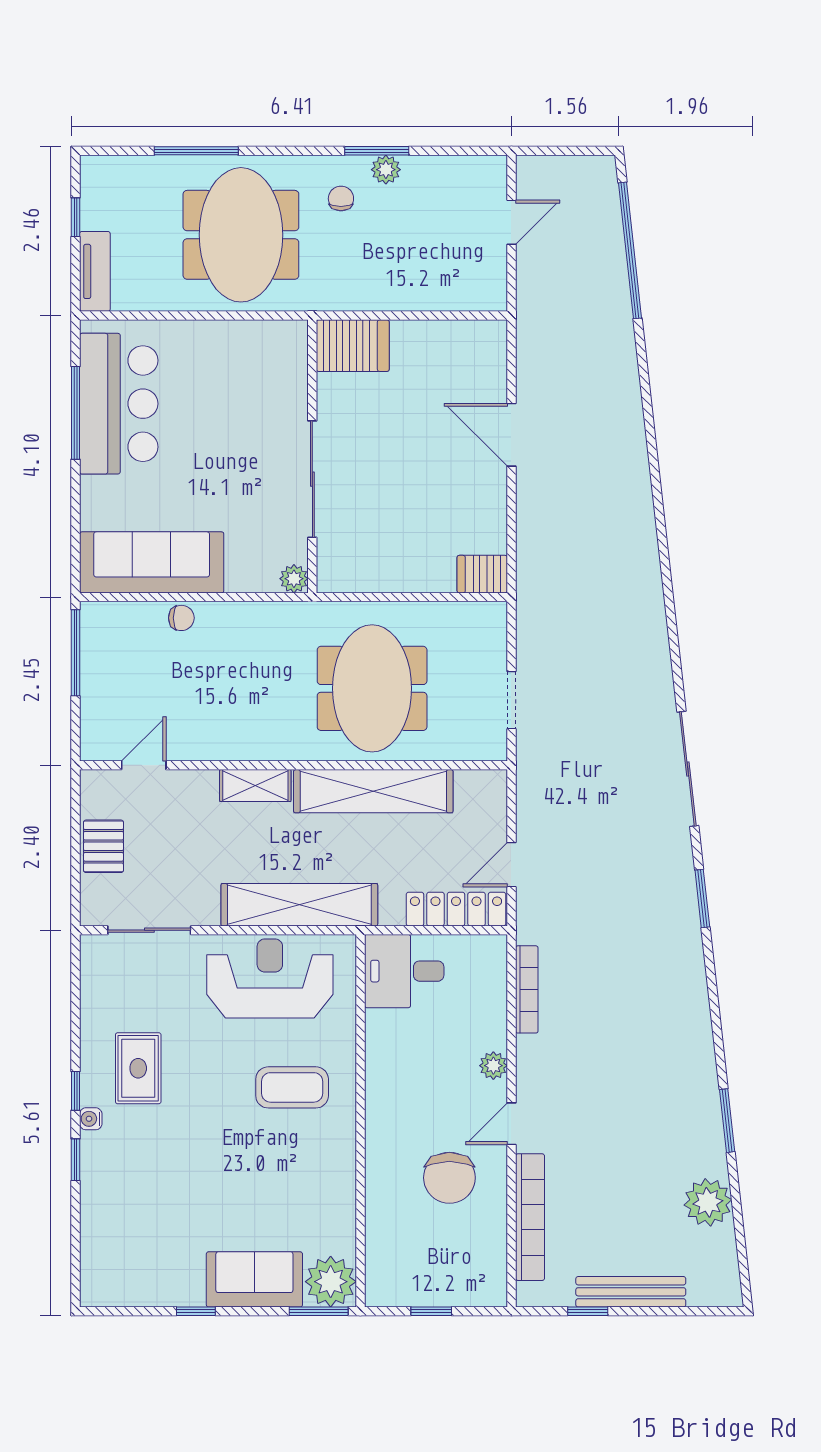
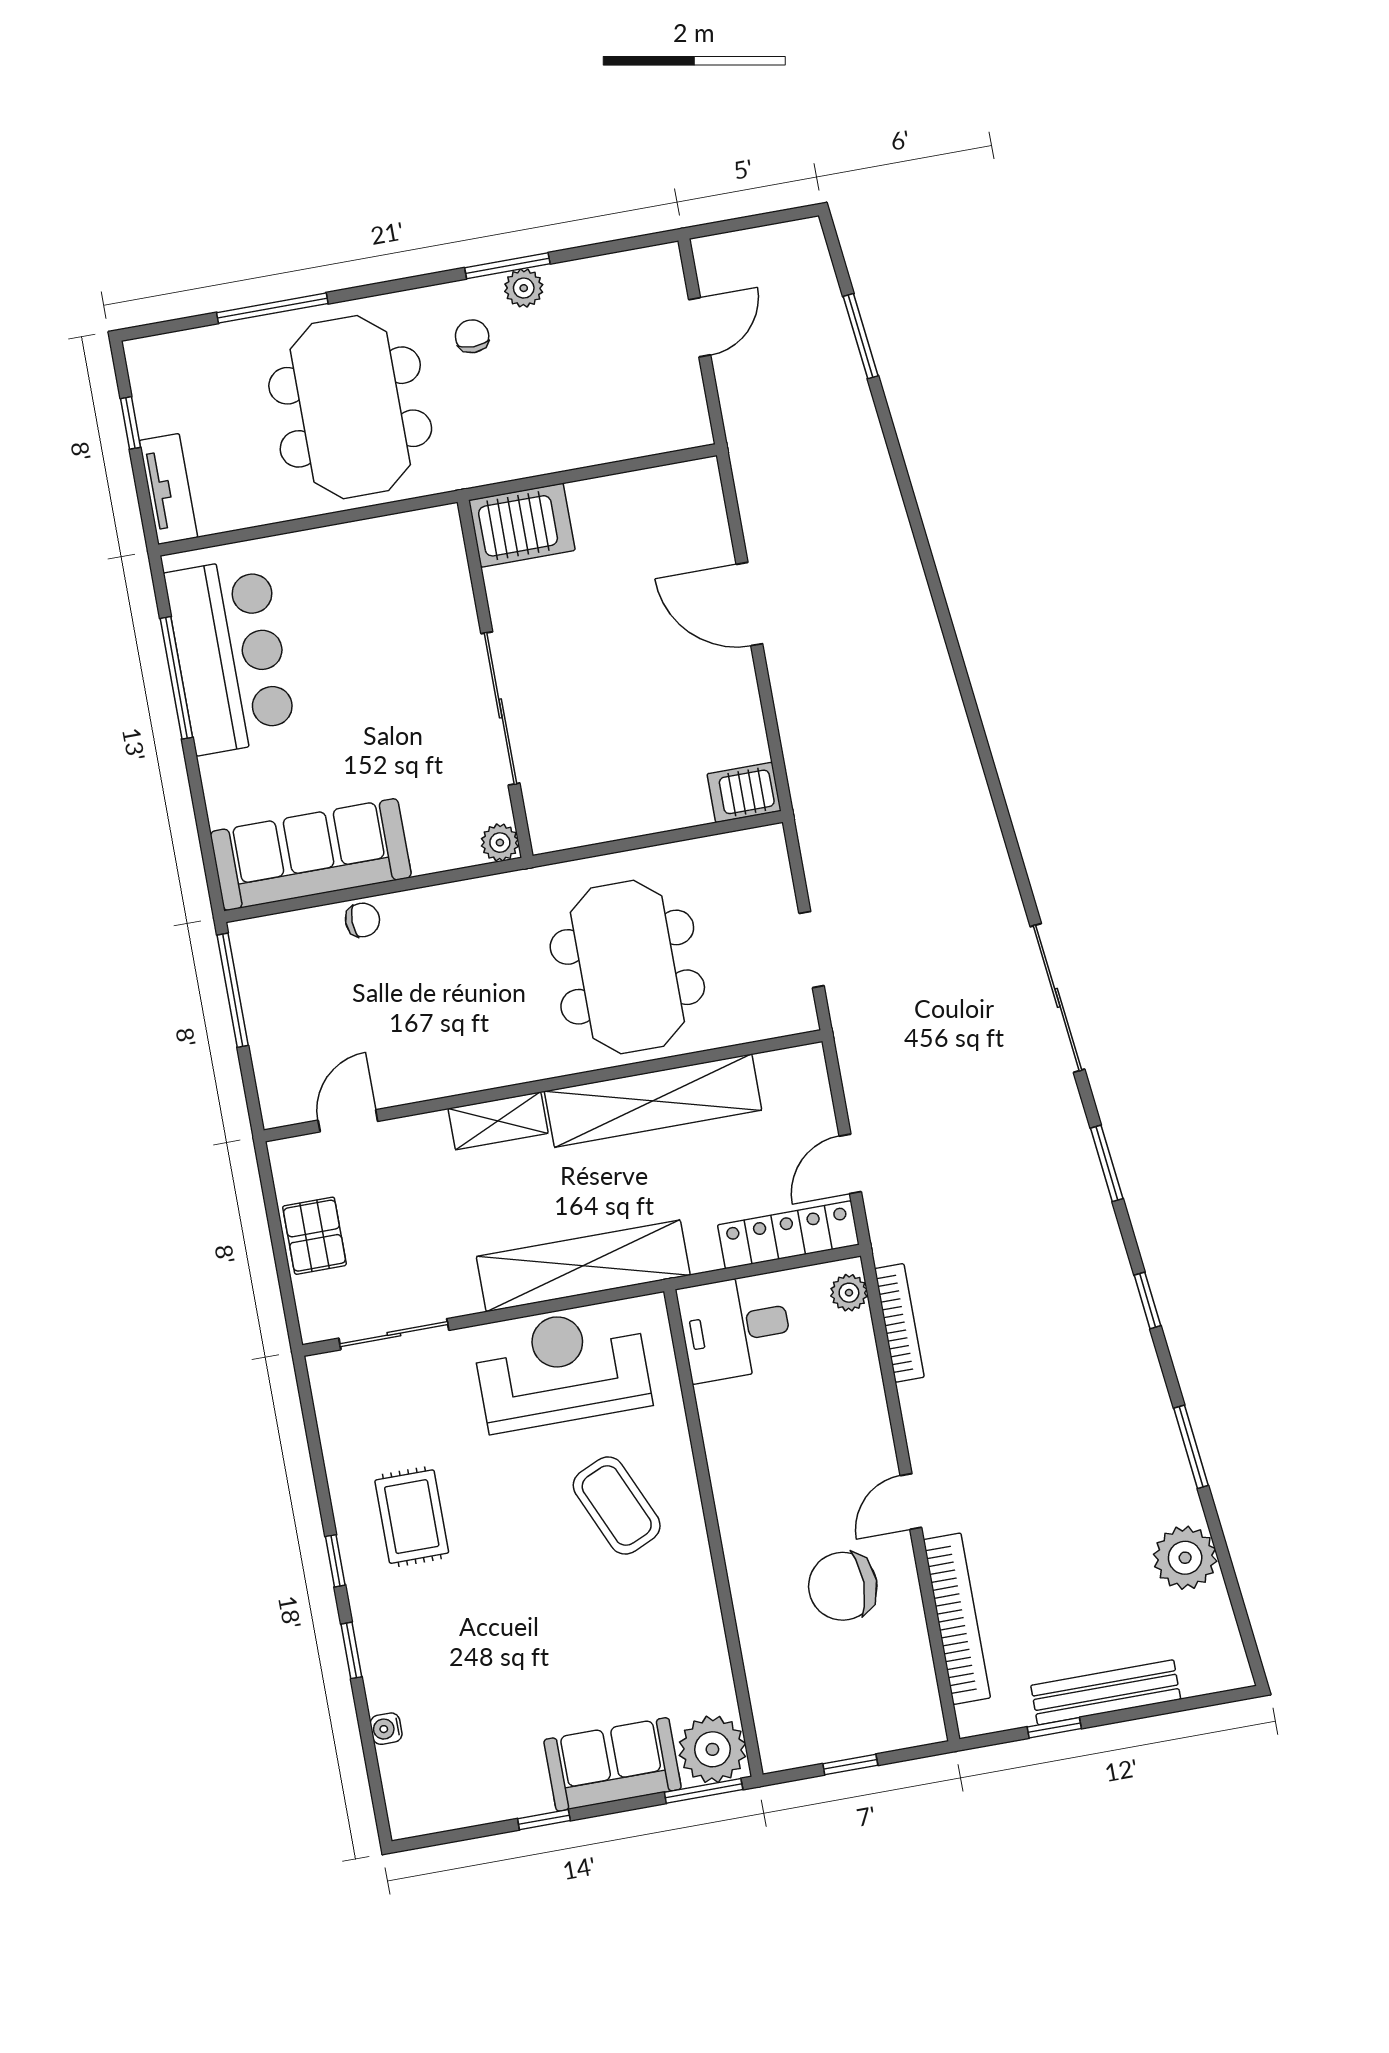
window: (630, 250) -> (861, 336), width x0.47
window: (714, 1006) -> (1147, 1300), added
plant: (493, 1066) -> (849, 1293), moved
coffee table: (292, 1087) -> (617, 1506), turned 66
water cooler: (91, 1119) -> (386, 1729), moved
chair: (449, 1178) -> (843, 1586), turned 90

